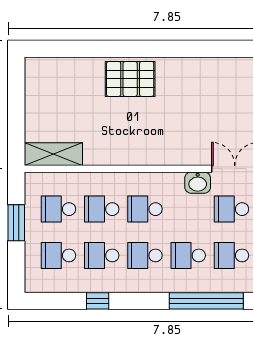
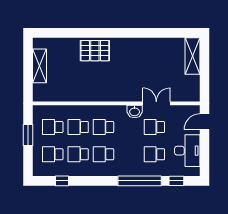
shelving: (53, 154) -> (40, 66), moved, turned 90
school desk: (188, 255) -> (129, 154), removed
window: (98, 301) -> (62, 181), moved

